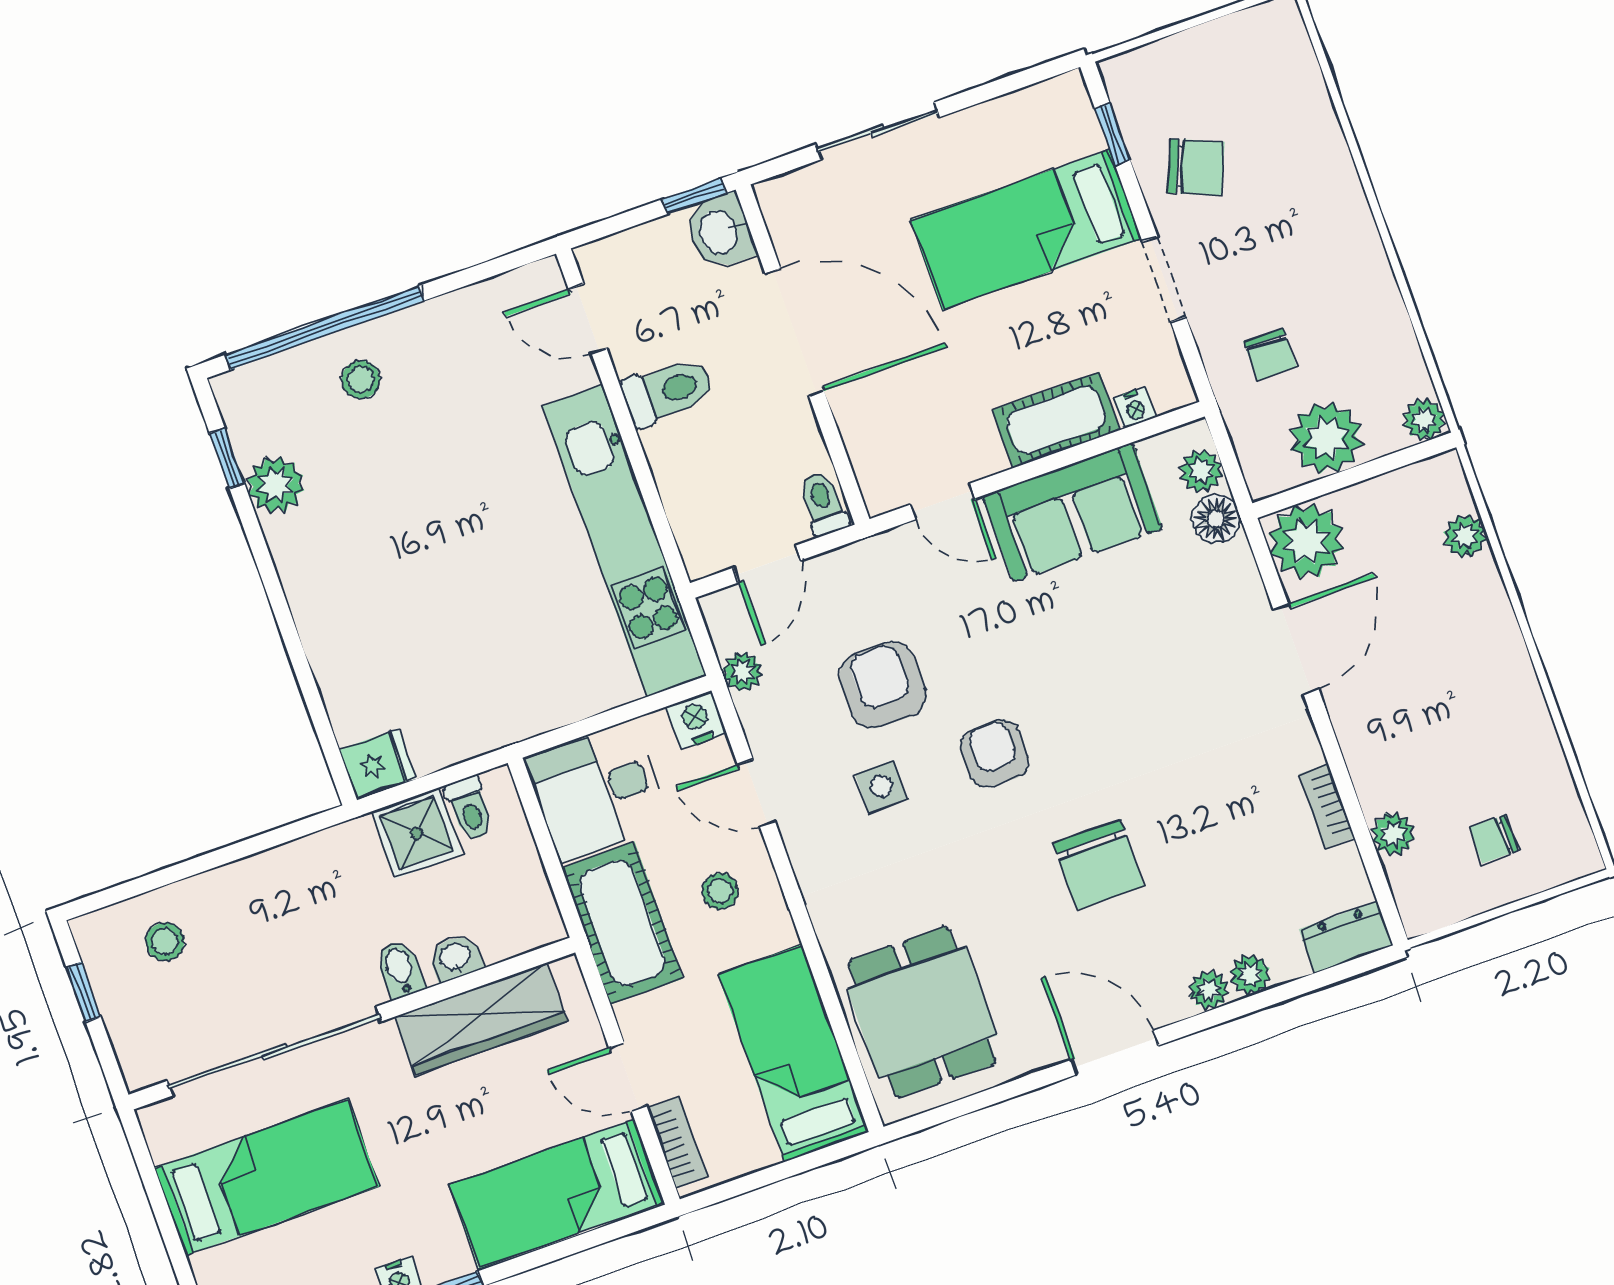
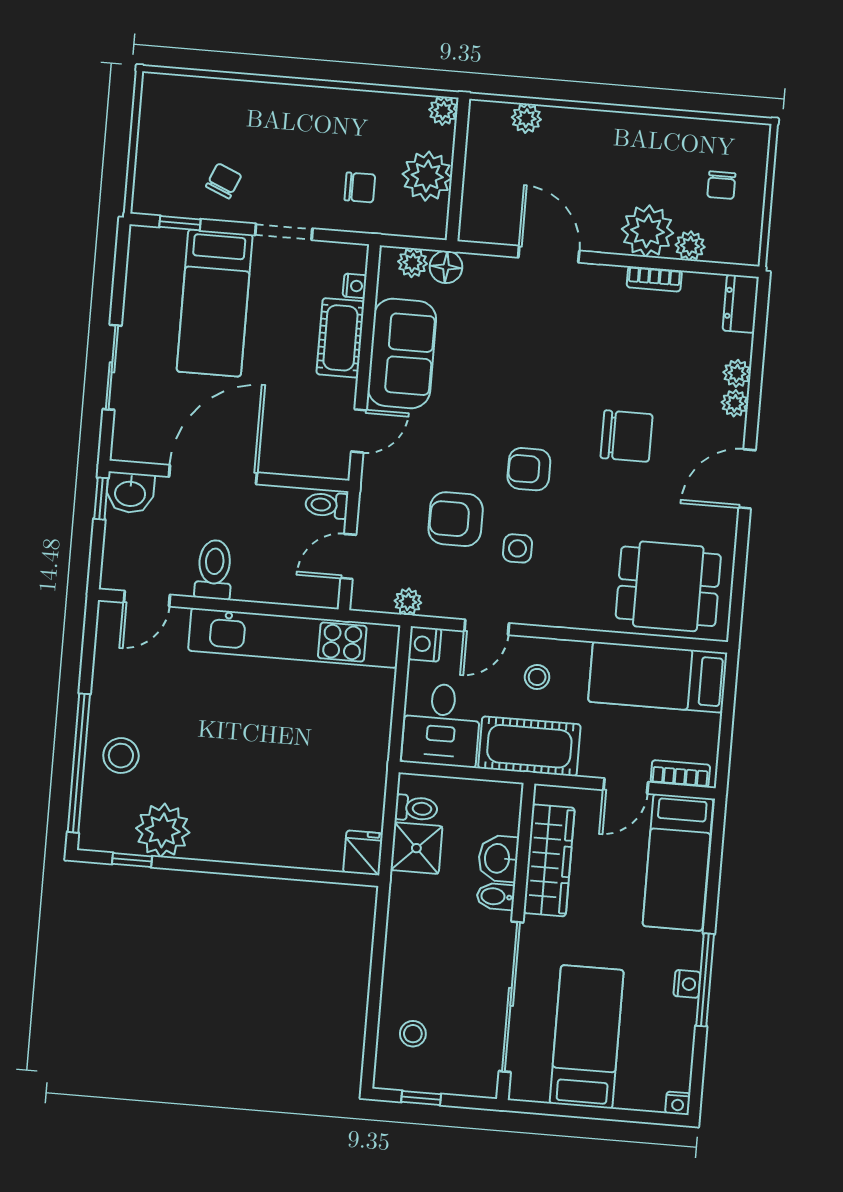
chair: (1196, 167) -> (224, 181), width x0.73, depth x0.73
stool: (361, 380) -> (121, 756), width x1.37, depth x1.37
plant: (276, 485) -> (163, 830), width x1.36, depth x1.36
plant: (1306, 541) -> (647, 231), moved
door: (767, 564) -> (348, 556), swing flipped
washbasin: (455, 958) -> (498, 858), width x1.38, depth x1.45

